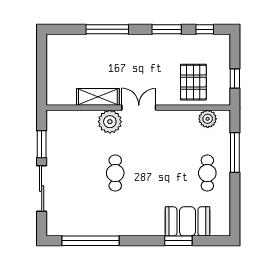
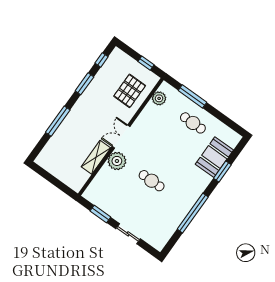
pallet: (193, 82) -> (130, 91), turned 90
sliding door: (42, 188) -> (128, 234), width x0.73
window: (90, 241) -> (193, 213), moved

